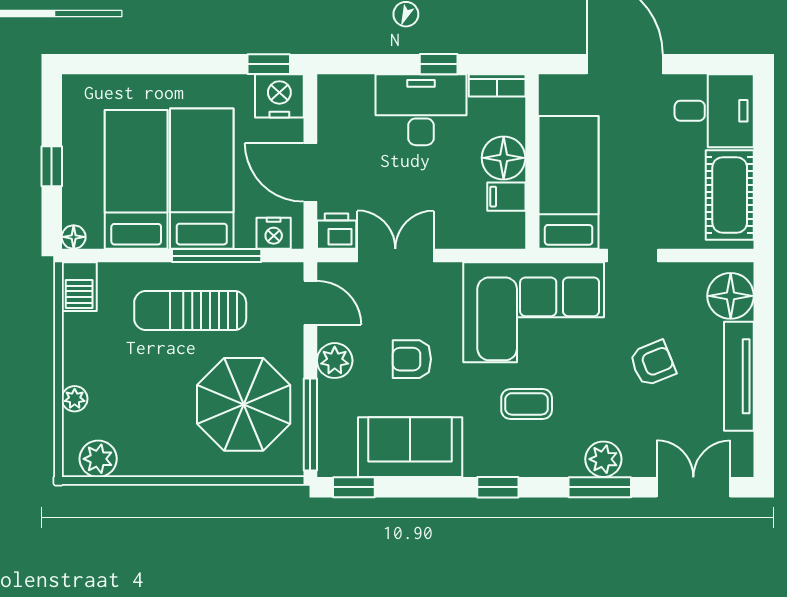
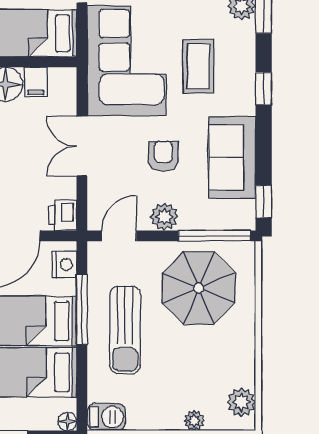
double door: (395, 256) -> (82, 146), moved
armchair: (412, 359) -> (163, 156), turned 180
coffee table: (527, 404) -> (198, 66), width x1.36, depth x1.30

